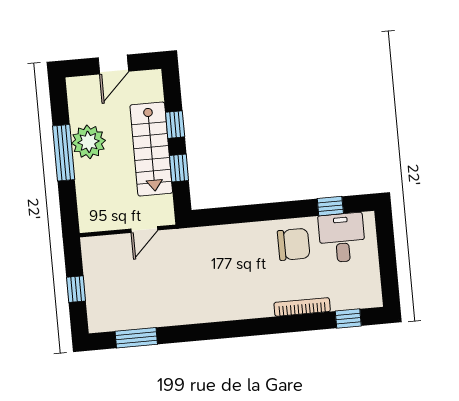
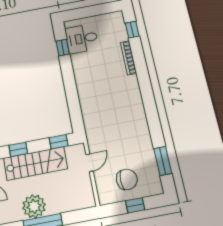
window: (179, 168) -> (59, 142), moved
door: (144, 229) -> (89, 163), hinge flipped
chair: (294, 244) -> (127, 179), moved, turned 90

